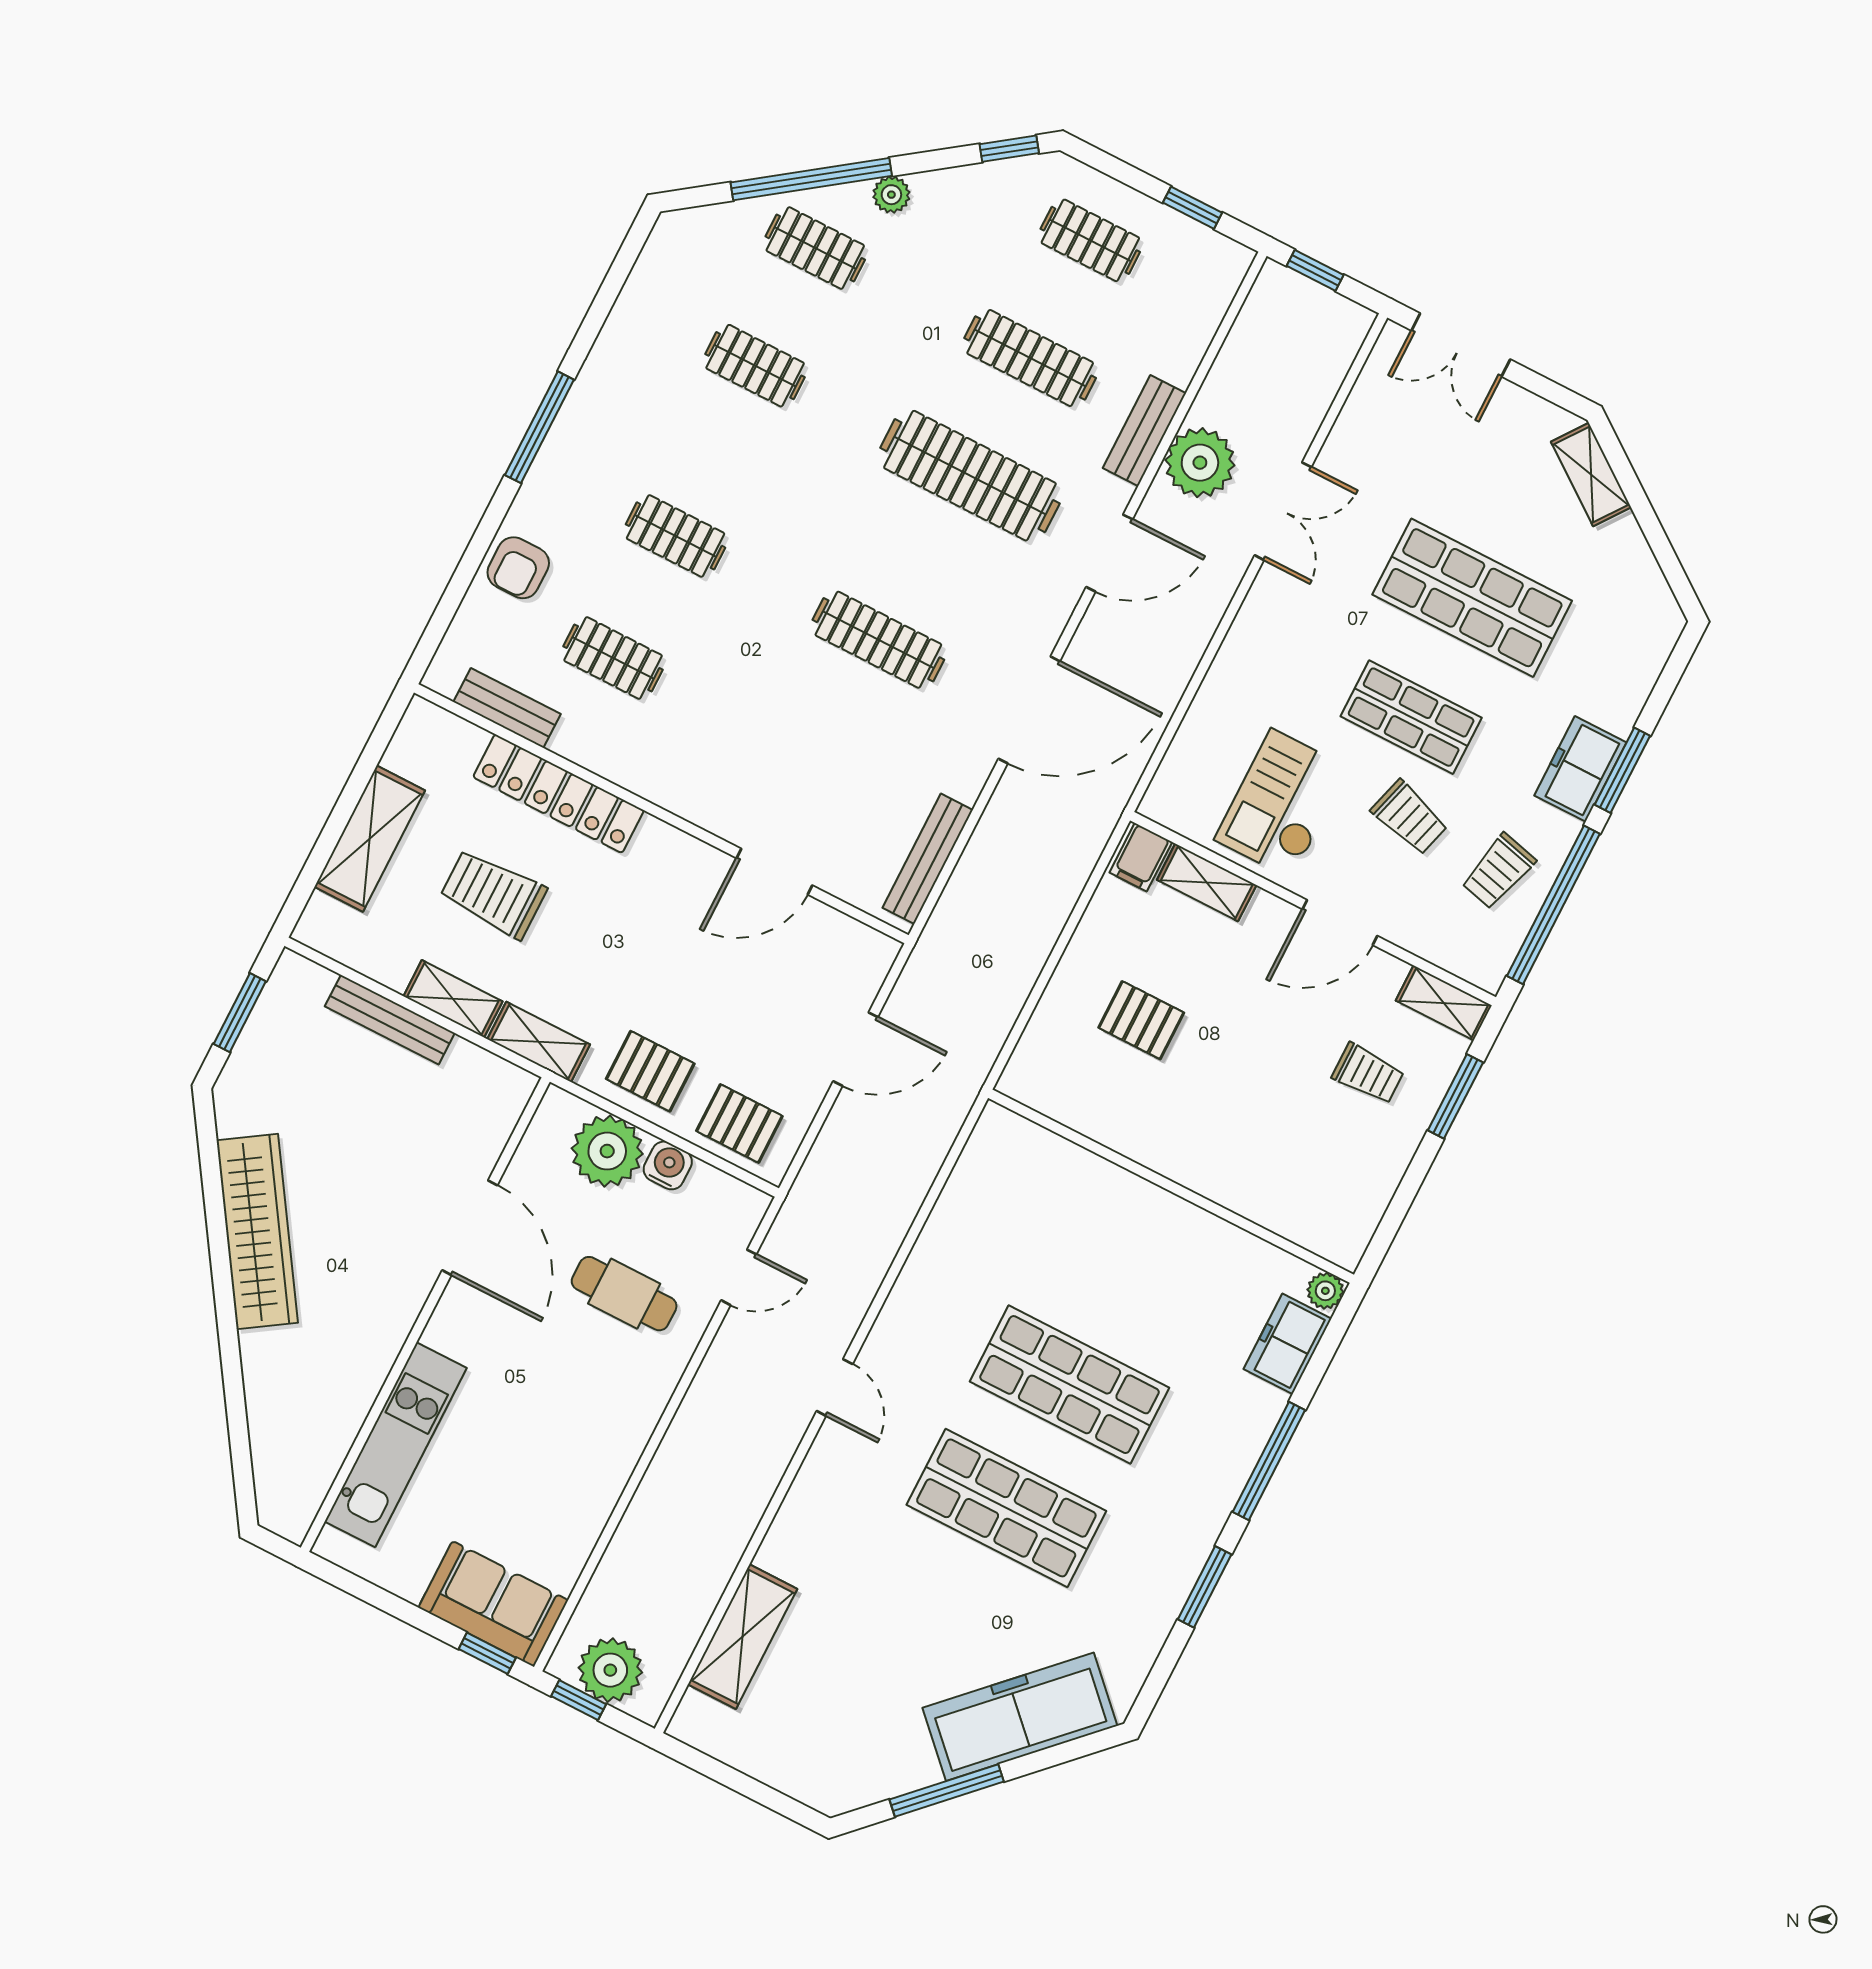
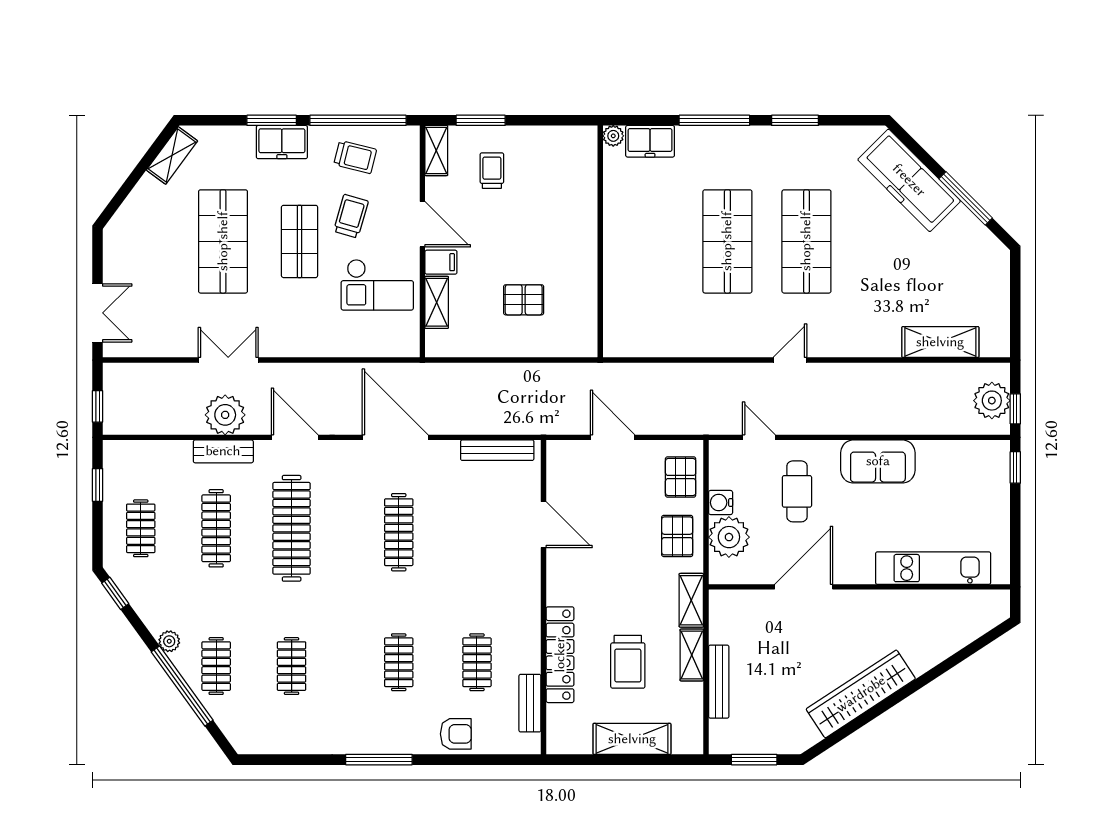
shelving: (1591, 475) -> (172, 155), moved
filing cabinet: (1141, 857) -> (441, 262), moved
pallet: (1141, 1020) -> (524, 300), turned 90
sofa: (493, 1604) -> (878, 461), moved, turned -90

